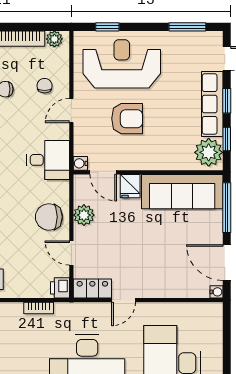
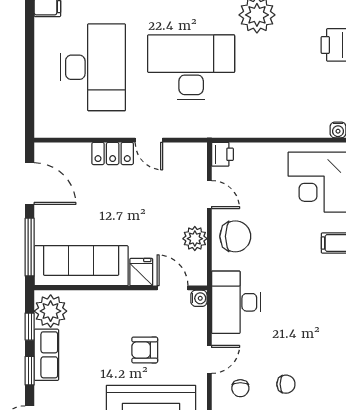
row of seats: (212, 104) -> (46, 355), width x0.68
armchair: (127, 119) -> (145, 350), width x0.72, depth x0.72
desk: (48, 160) -> (236, 302), width x1.37
locker: (92, 289) -> (113, 153), moved
water cooler: (216, 292) -> (41, 150), removed
door: (123, 300) -> (149, 140), swing flipped
bookcase: (39, 308) -> (247, 131), removed

